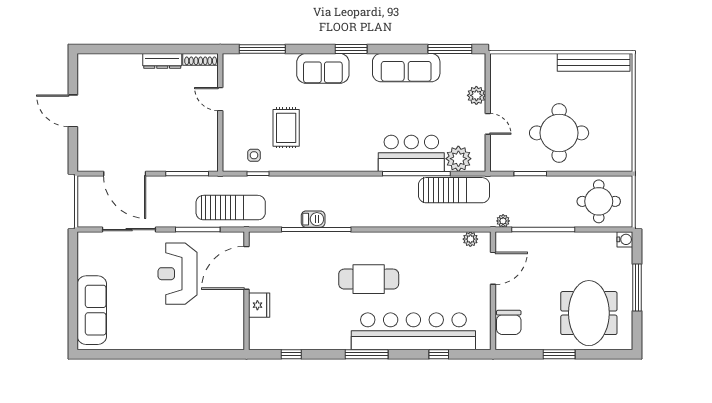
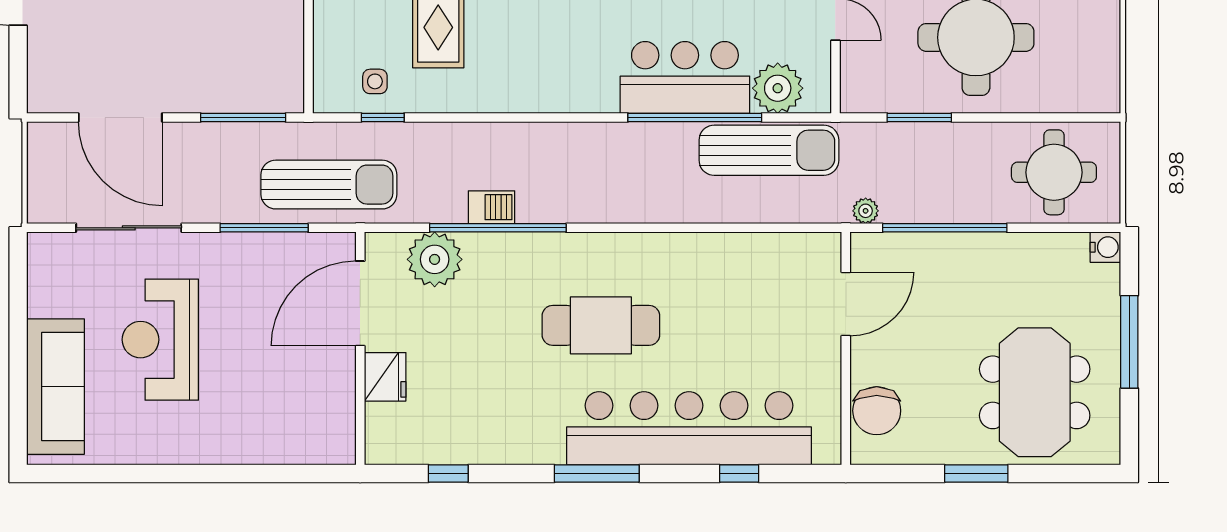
plant: (470, 239) -> (435, 259), moved, width x1.88, depth x1.88
reception desk: (177, 274) -> (160, 340), moved

